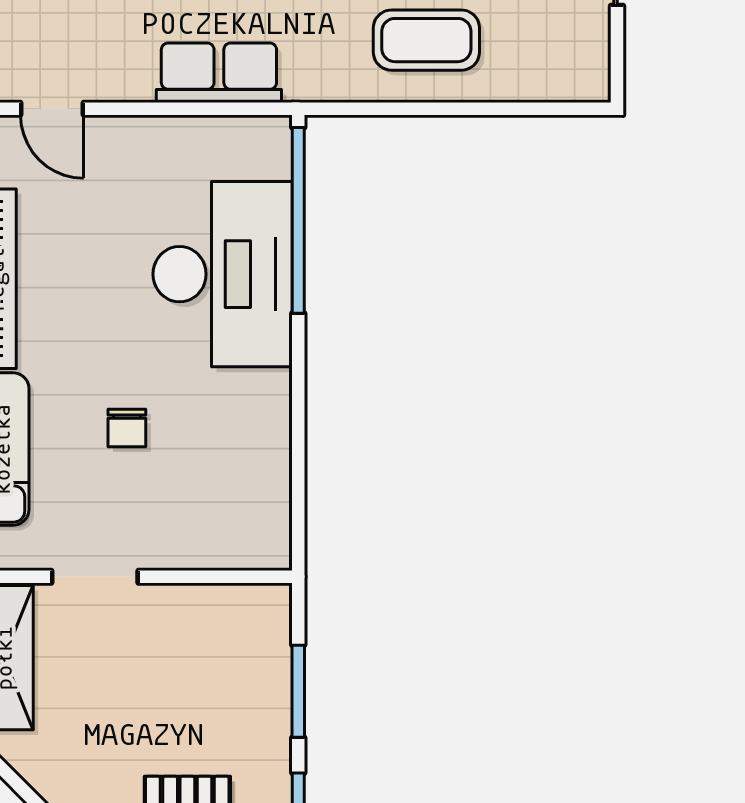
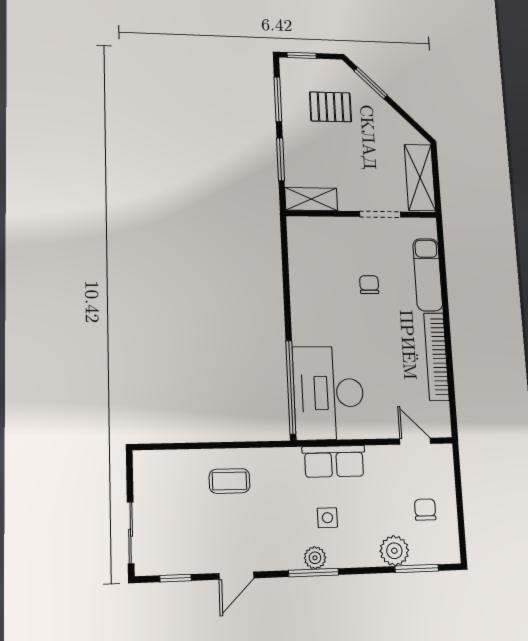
coffee table: (426, 40) -> (229, 481), width x0.73, depth x0.77
desk: (223, 274) -> (329, 393), moved
shelving: (238, 607) -> (311, 199), added

